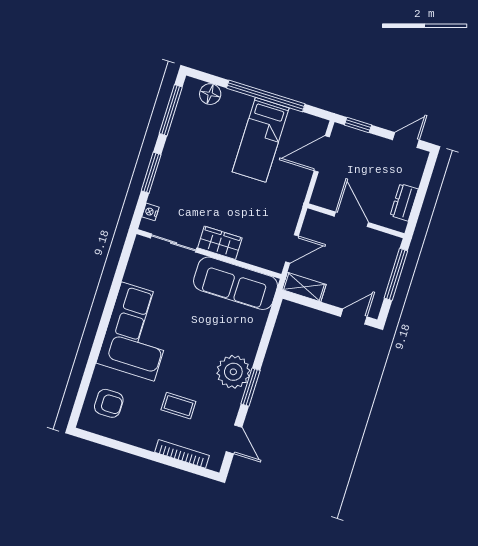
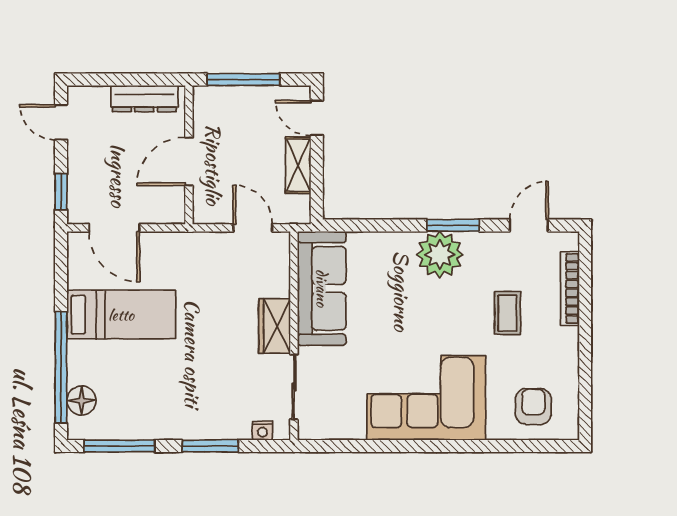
window: (266, 96) -> (61, 367), moved
dresser: (404, 202) -> (144, 99), width x1.44
shelving: (304, 287) -> (298, 165), moved

